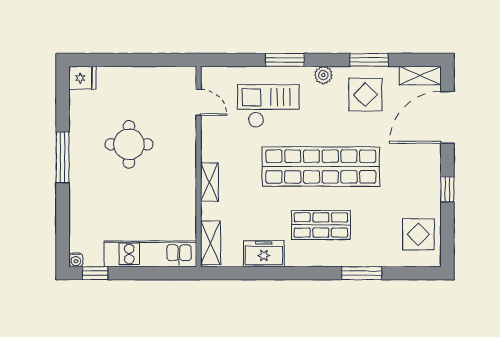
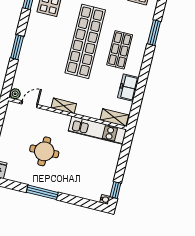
plant: (323, 75) -> (15, 94), moved
checkout: (268, 106) -> (42, 64), removed
shelving: (209, 182) -> (64, 106), moved
kitchen unit: (150, 254) -> (97, 130), moved, turned -90

